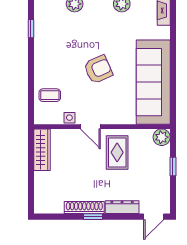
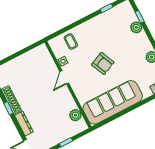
plant: (162, 137) -> (75, 115), moved
wardrobe: (42, 150) -> (34, 54), removed
rug: (117, 152) -> (57, 103), removed

